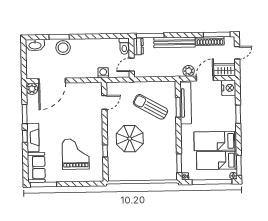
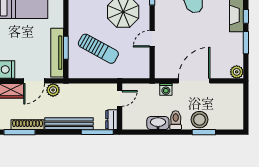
washbasin: (35, 45) -> (158, 123), moved
toilet: (124, 46) -> (176, 120), moved
washing machine: (103, 73) -> (166, 89), moved
door: (52, 81) -> (194, 81), moved
door: (104, 102) -> (152, 39), moved

